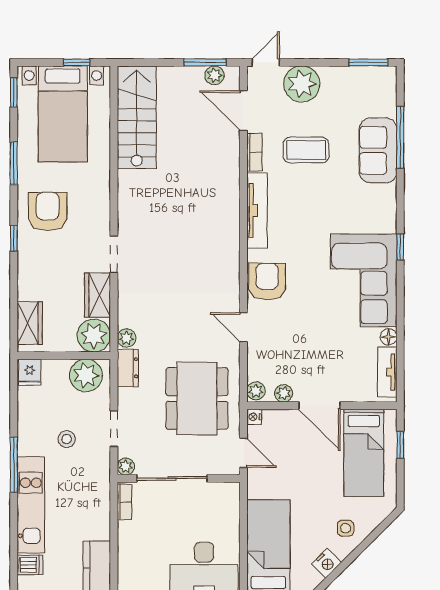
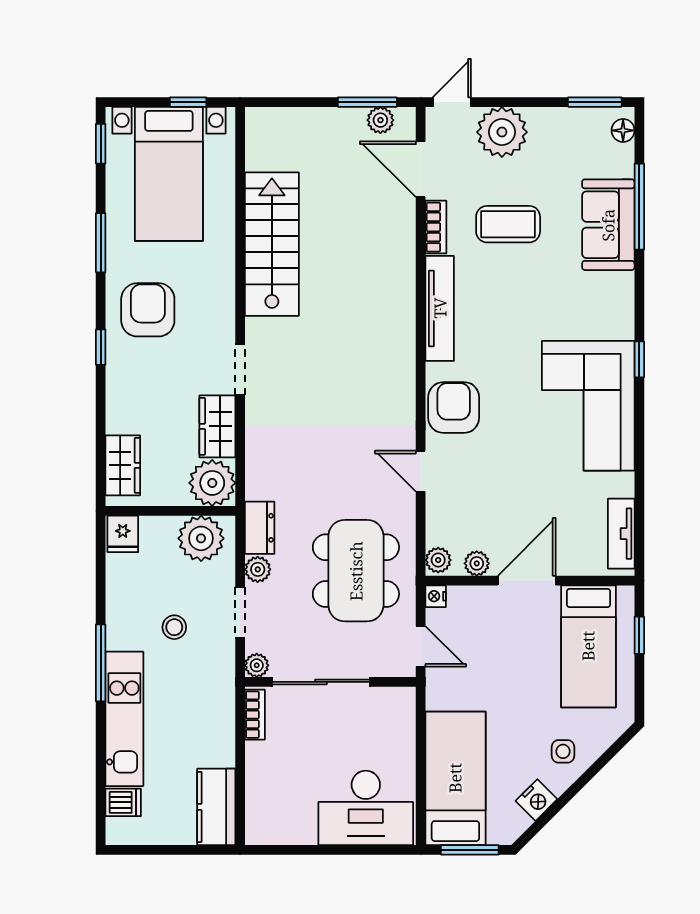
stairs: (137, 117) -> (272, 244), moved
floor lamp: (389, 337) -> (623, 130), moved
plant: (126, 338) -> (258, 569), moved
door: (319, 406) -> (527, 581), swing flipped

